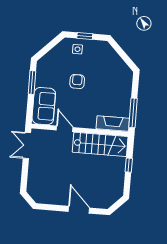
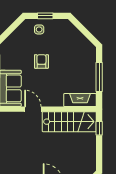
window: (133, 113) -> (99, 77), moved
window: (129, 165) -> (99, 128), moved

